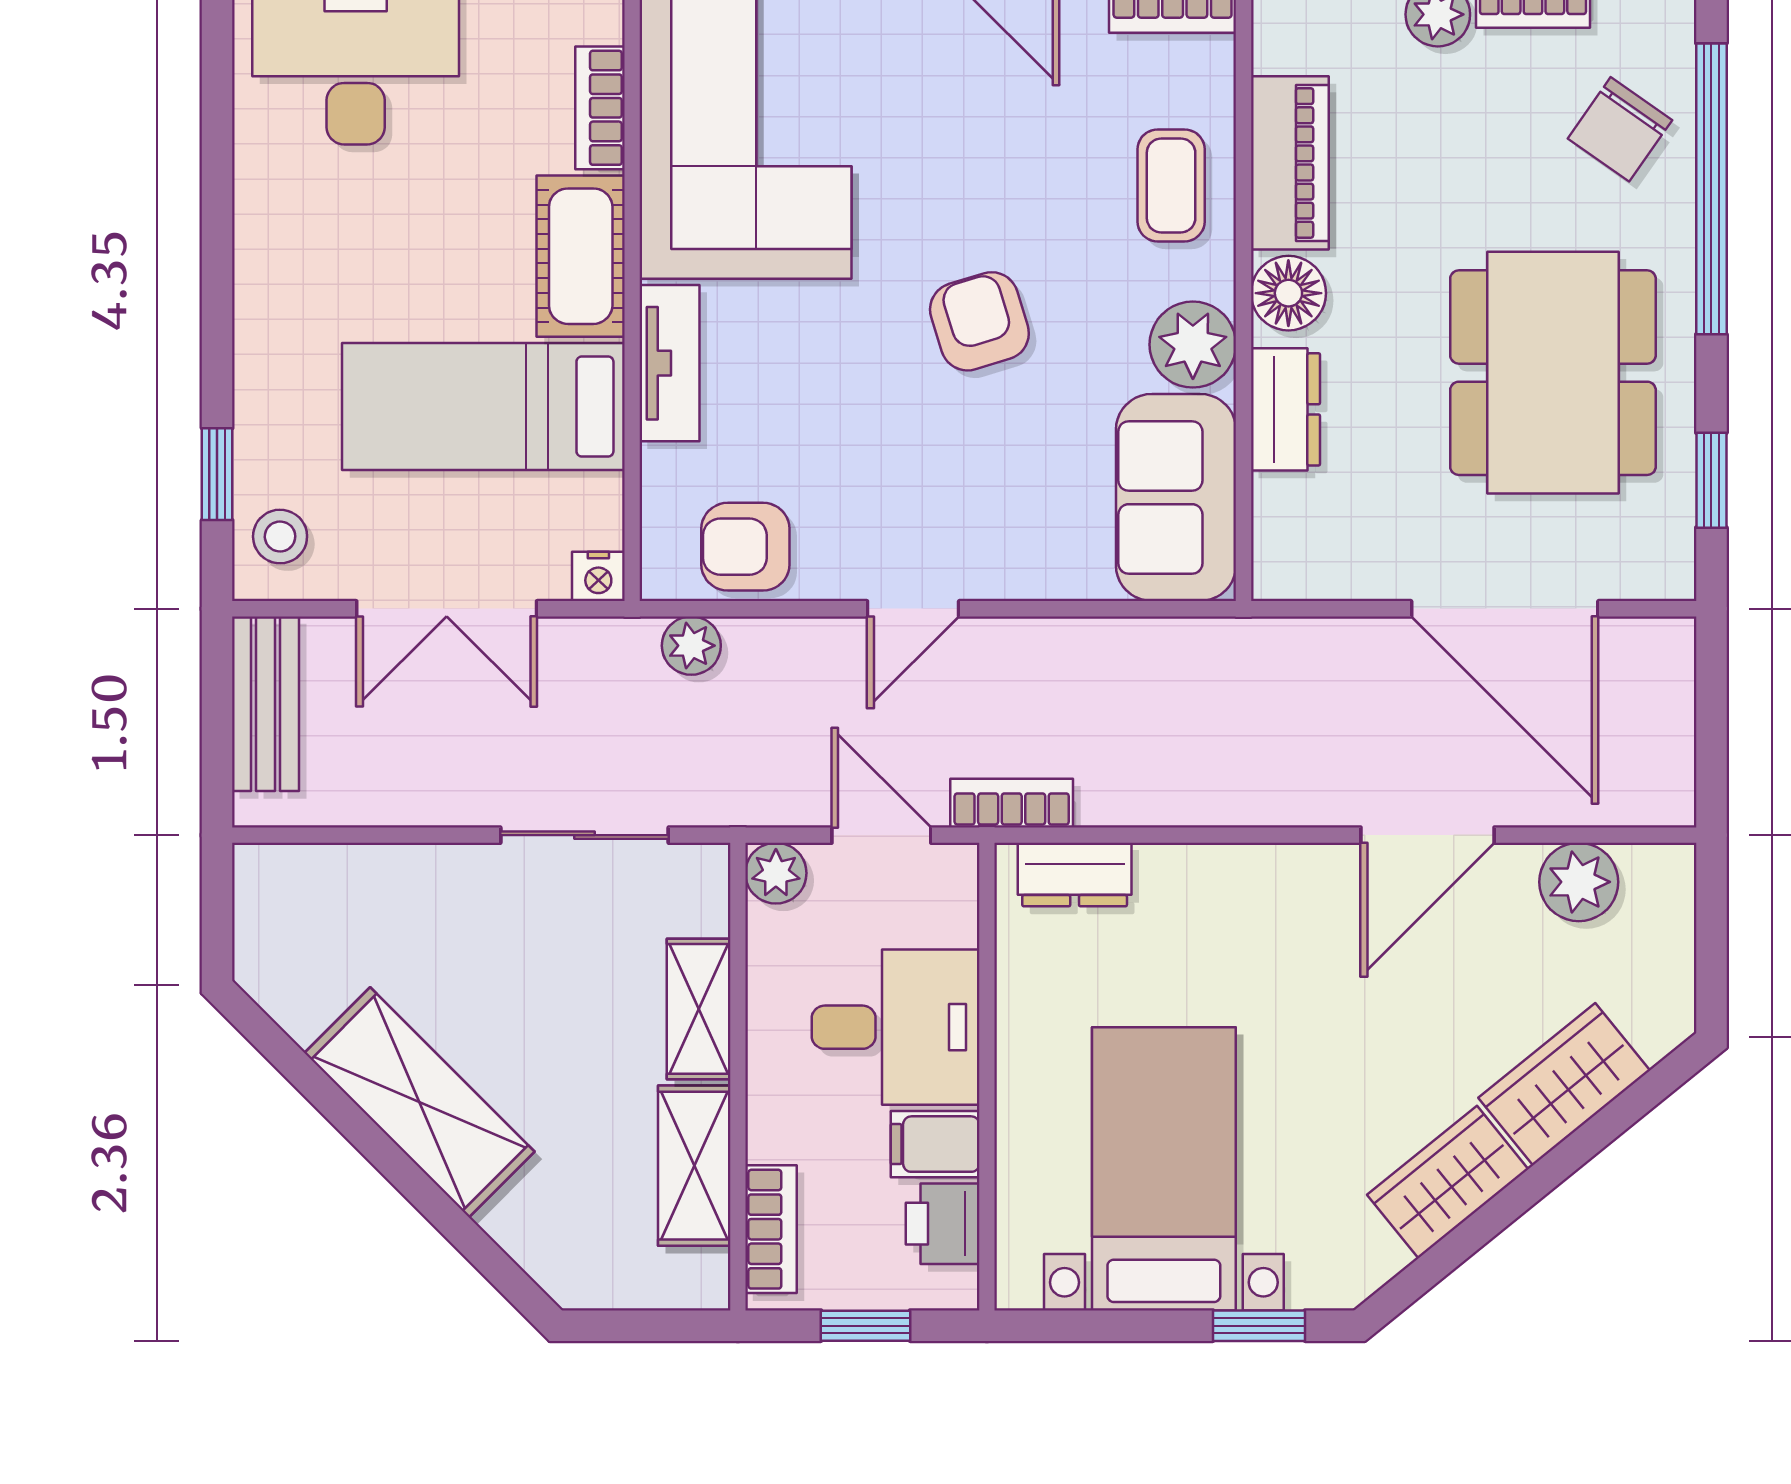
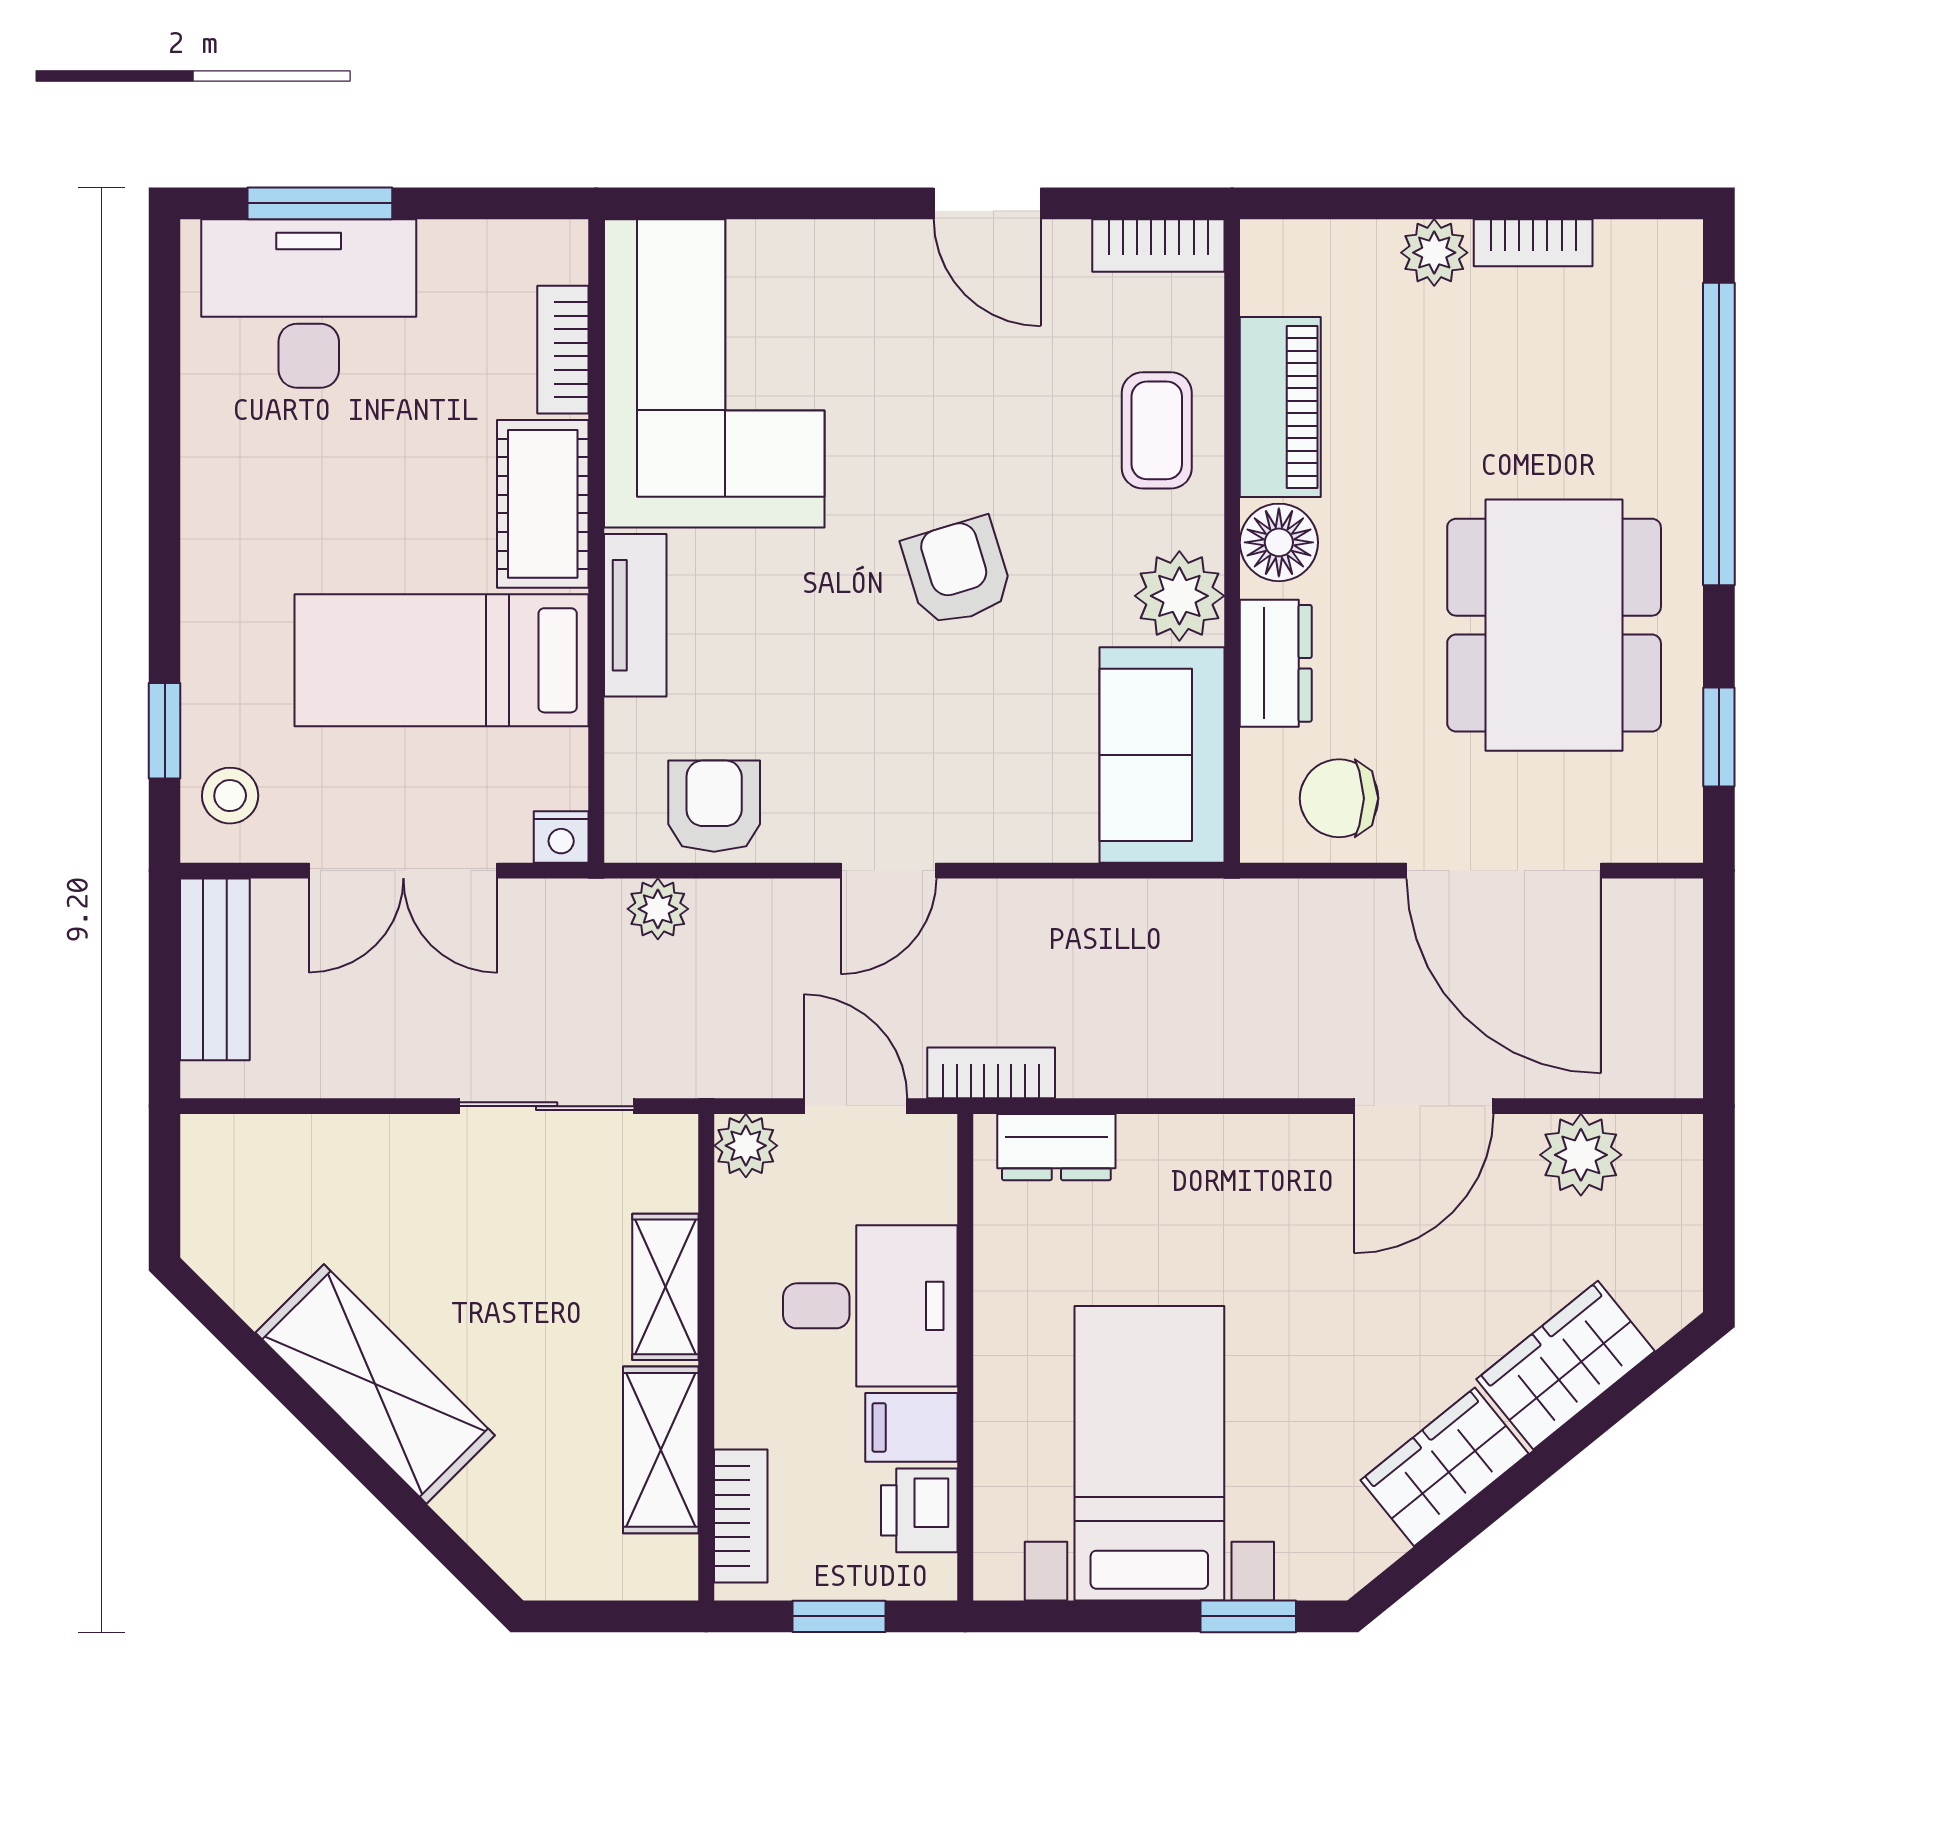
chair: (1620, 129) -> (1339, 798), moved, turned 55
armchair: (745, 547) -> (714, 806), turned 90

